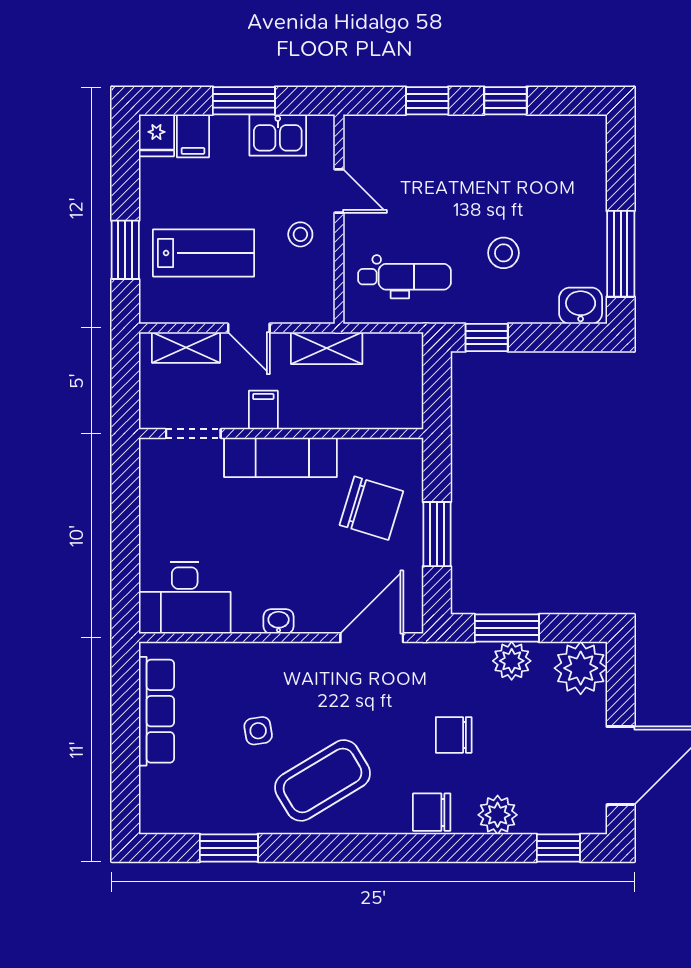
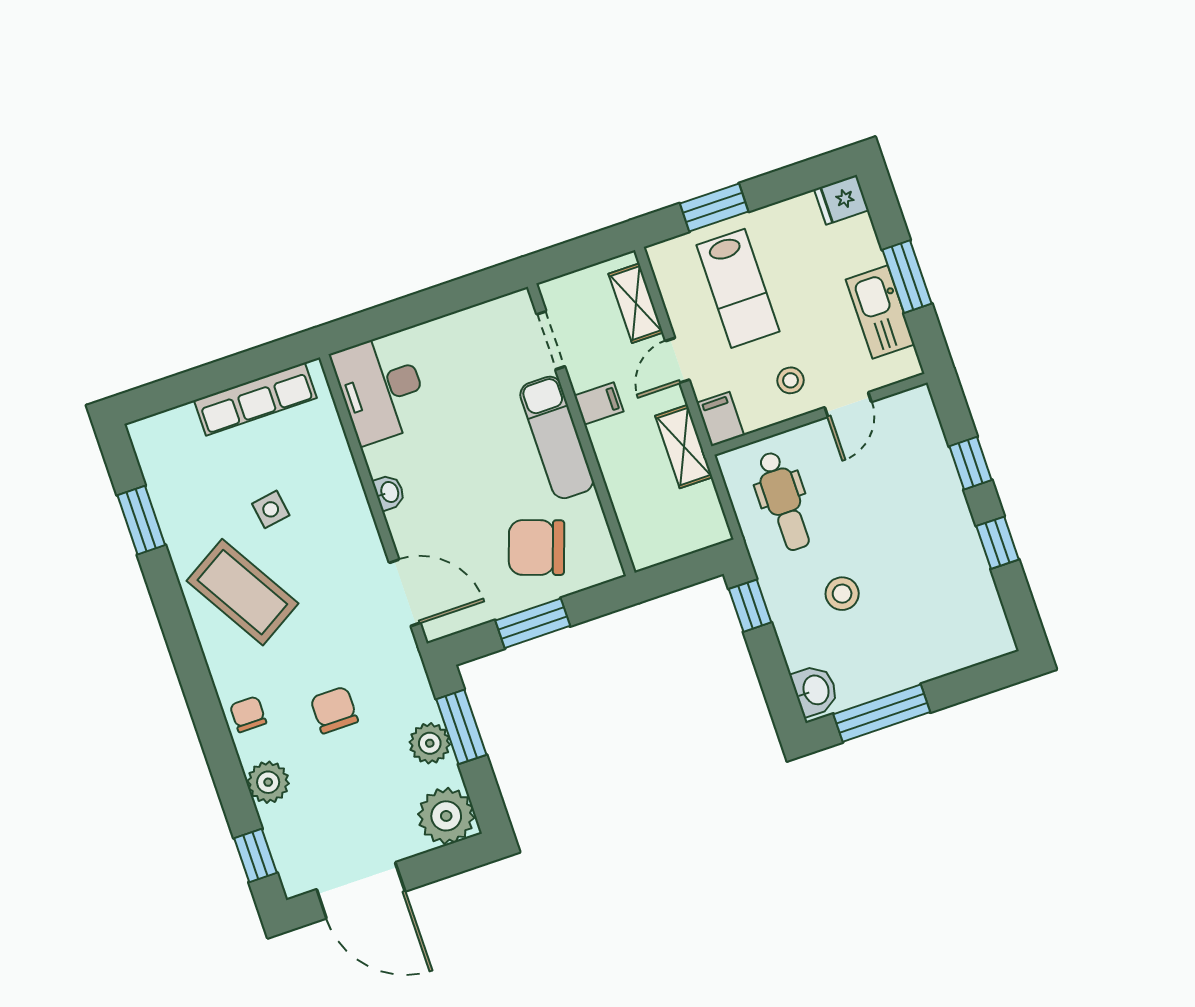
kitchen sink: (278, 135) -> (880, 312), width x1.38
filing cabinet: (193, 136) -> (720, 419), moved, turned 90
chair: (371, 508) -> (536, 548), turned 92
chair: (432, 812) -> (248, 714), width x0.73, depth x0.73

